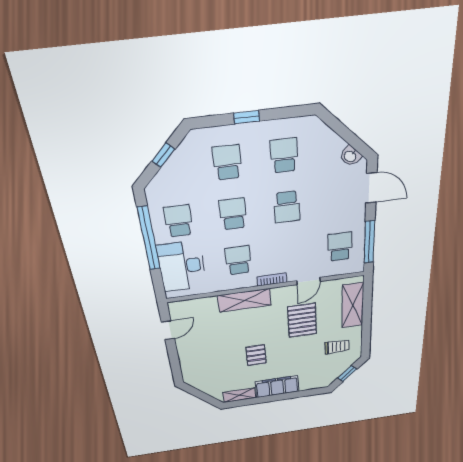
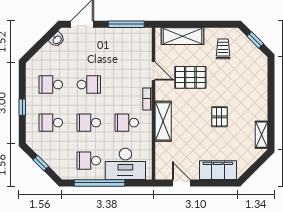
school desk: (340, 247) -> (127, 47), removed
pallet: (256, 355) -> (219, 117), turned 90
filing cabinet: (277, 387) -> (218, 170), moved, turned 90

